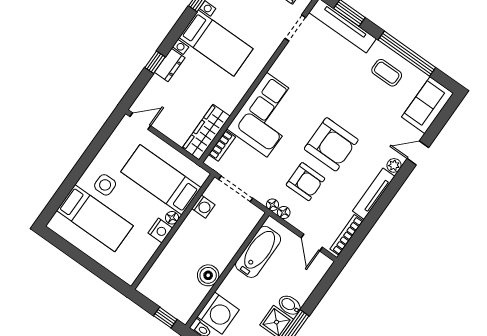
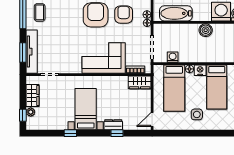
door: (140, 121) -> (152, 119), hinge flipped
wardrobe: (206, 132) -> (140, 82), width x0.67
bed: (95, 218) -> (217, 87), moved, turned 180

